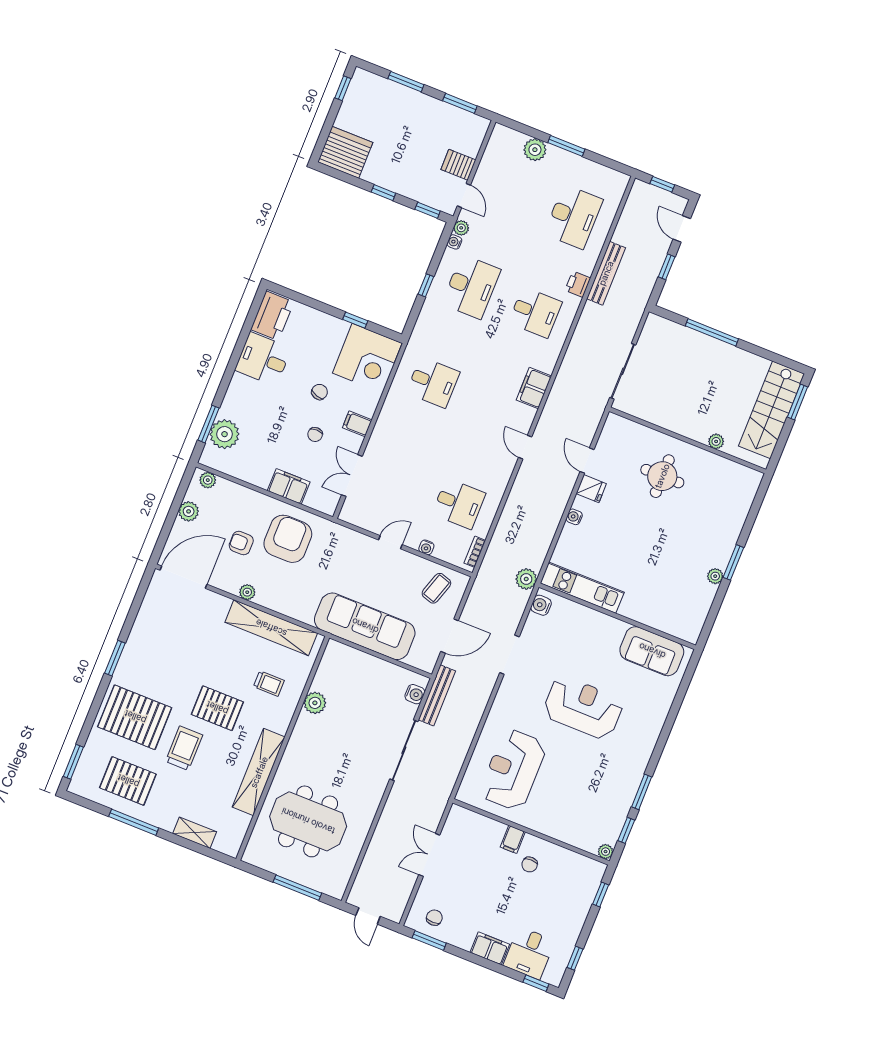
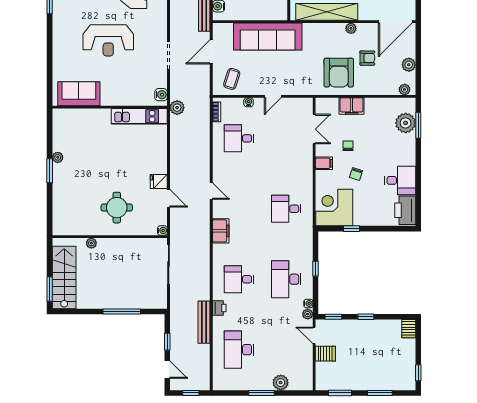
server rack: (345, 152) -> (409, 329), width x0.46, depth x0.70
water cooler: (574, 517) -> (162, 230), moved

